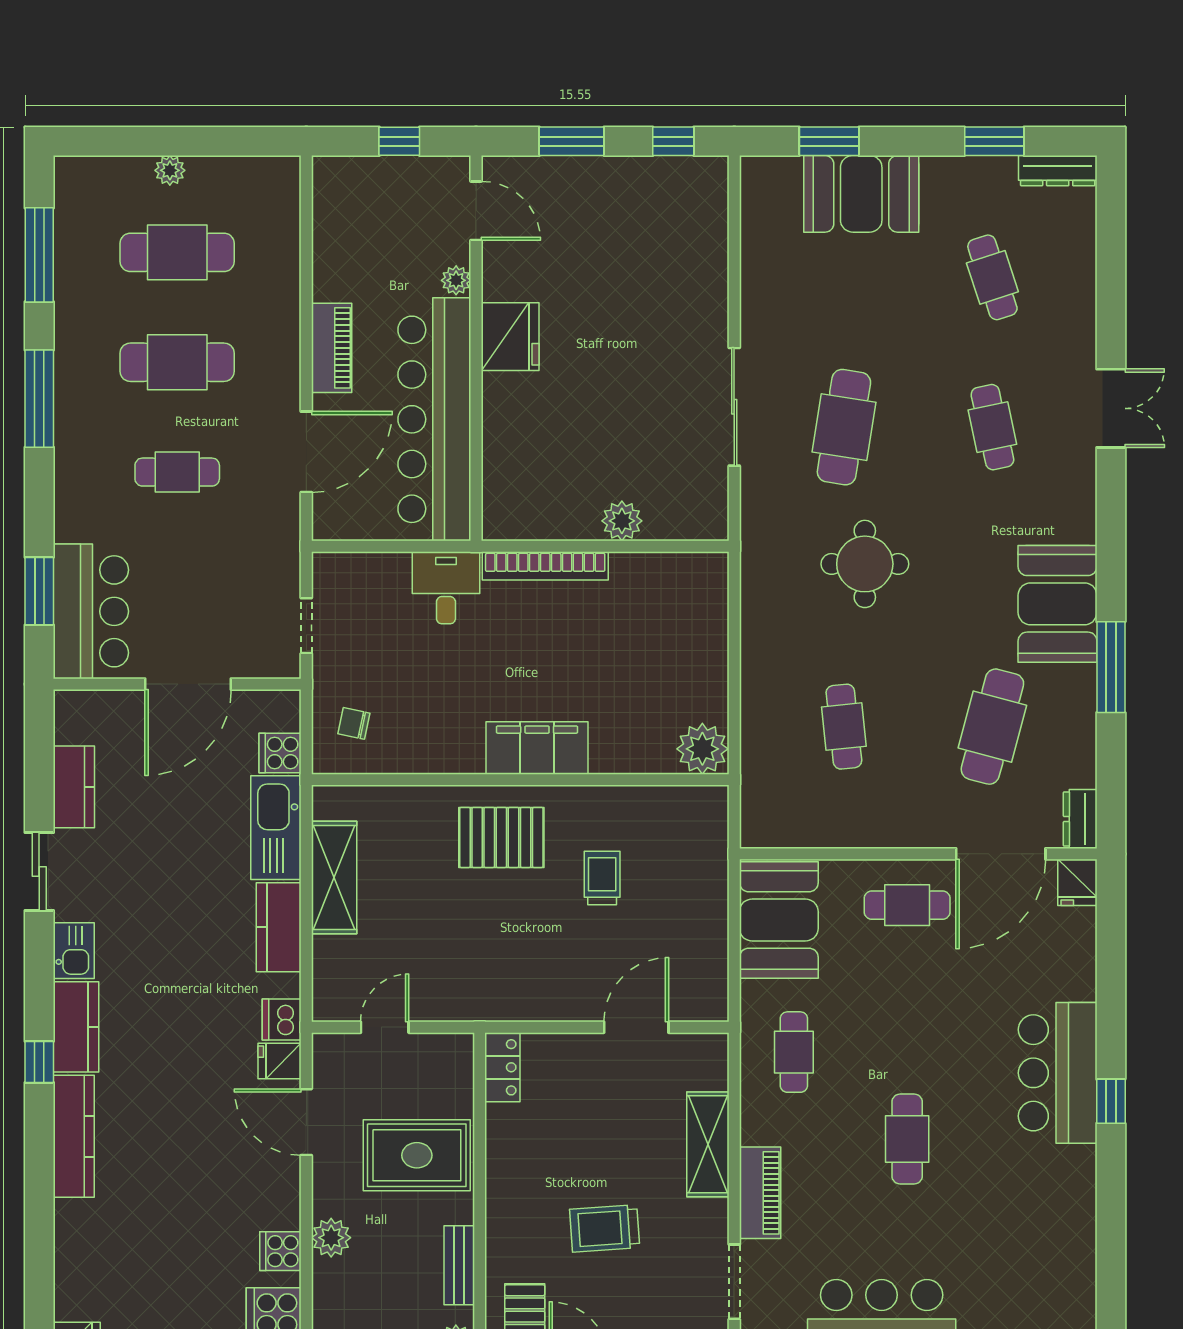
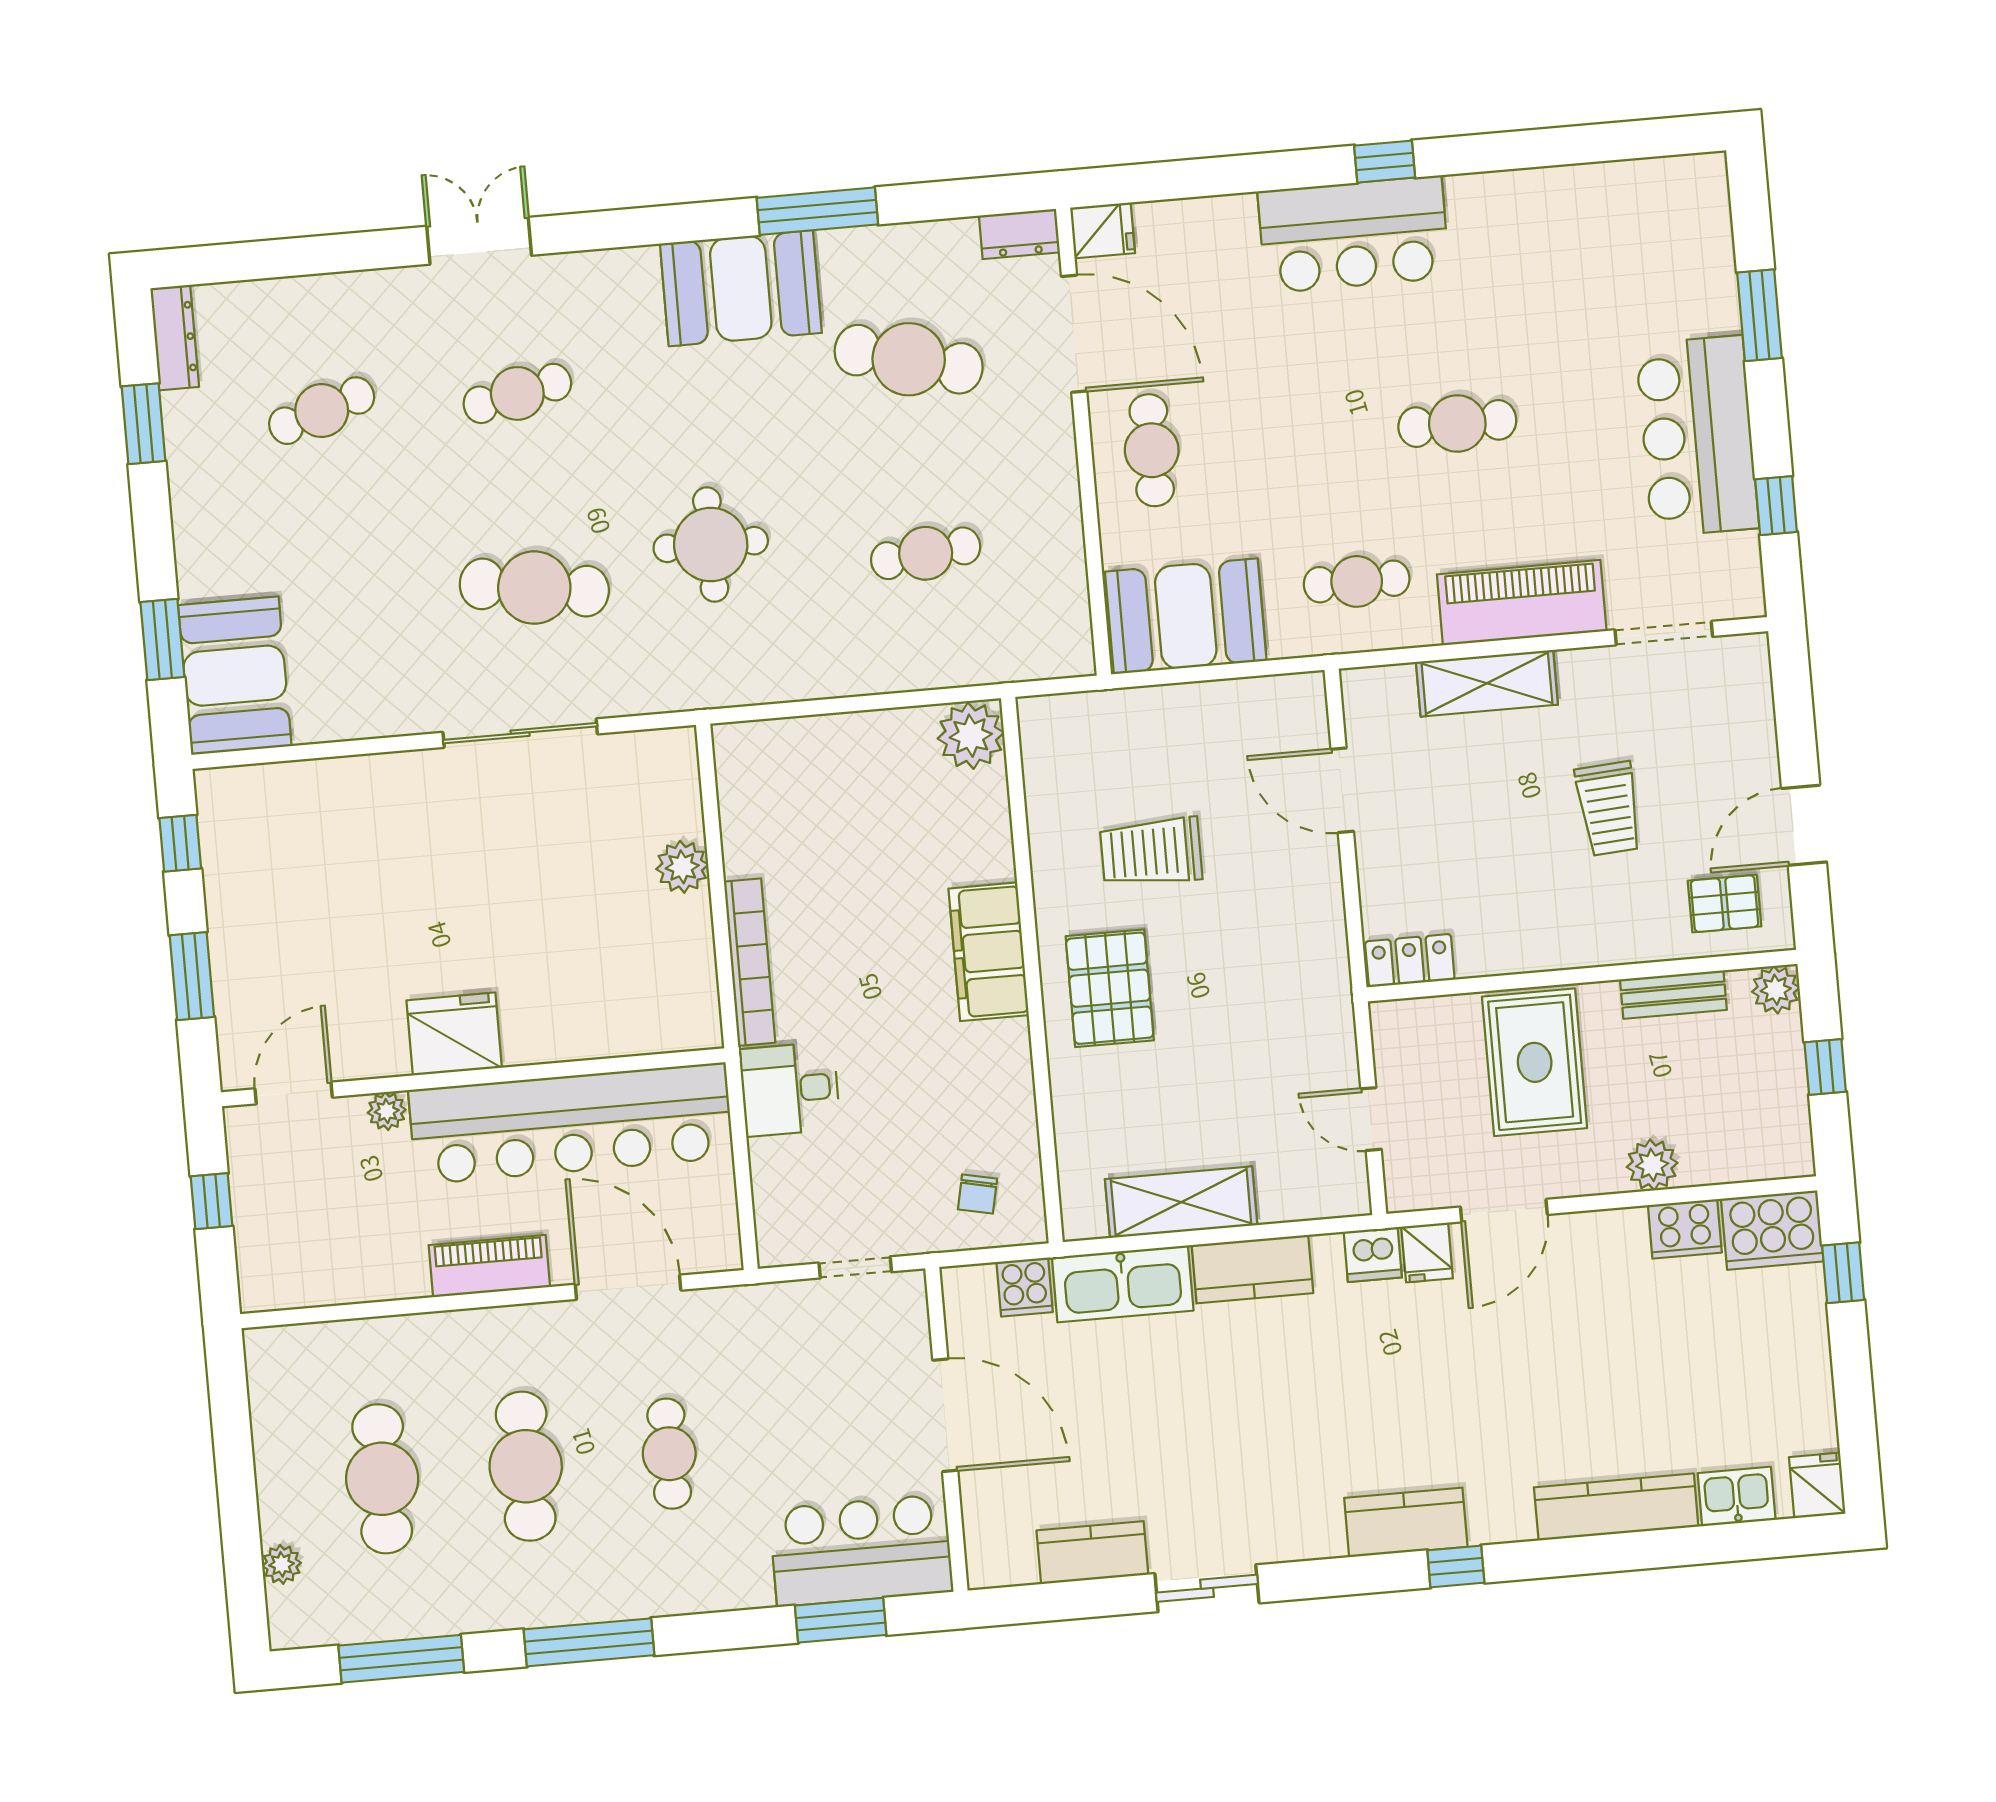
plant: (170, 170) -> (282, 1564), moved
booth: (861, 194) -> (235, 676), moved
trolley: (602, 878) -> (1151, 852), width x1.36, depth x1.39
kitchen sink: (74, 951) -> (1737, 1496), moved
kitchen counter: (74, 1136) -> (1616, 1507), moved
piano: (760, 1193) -> (1522, 603), width x1.37, depth x1.33
cooker: (280, 1251) -> (1685, 1229), width x1.36

